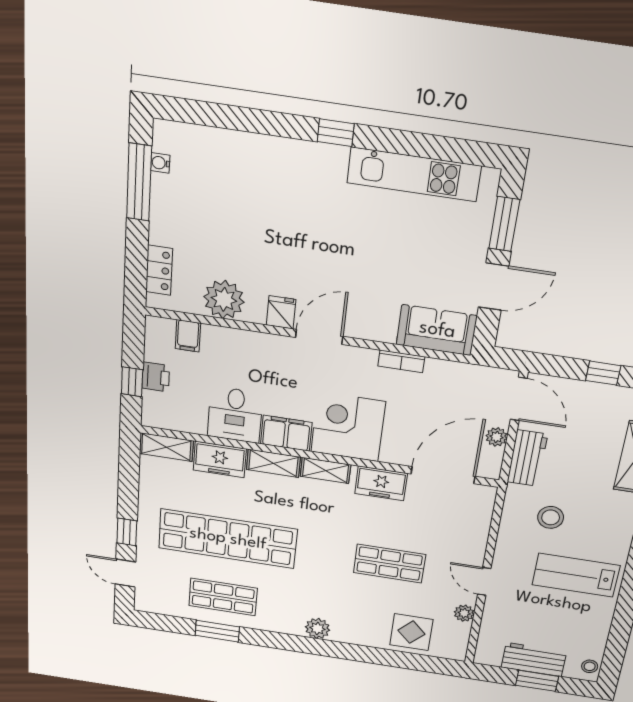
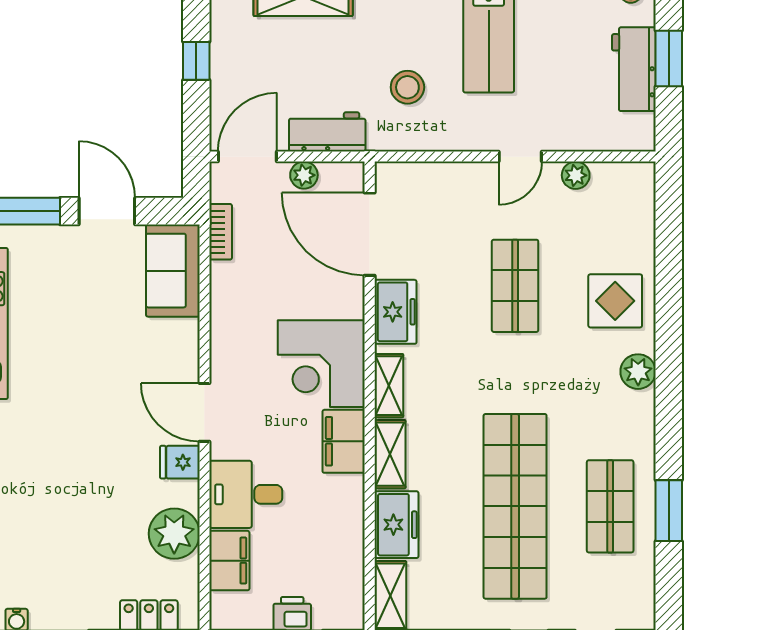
filing cabinet: (188, 336) -> (229, 561), width x2.00
bookcase: (401, 361) -> (221, 232), moved
desk: (235, 415) -> (246, 494), moved, turned 180
display table: (411, 632) -> (615, 301), moved

